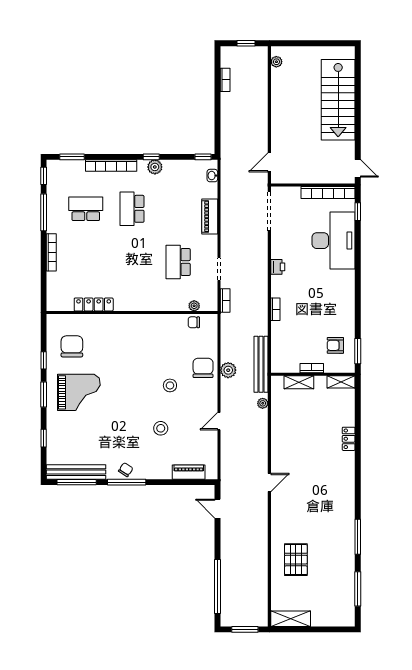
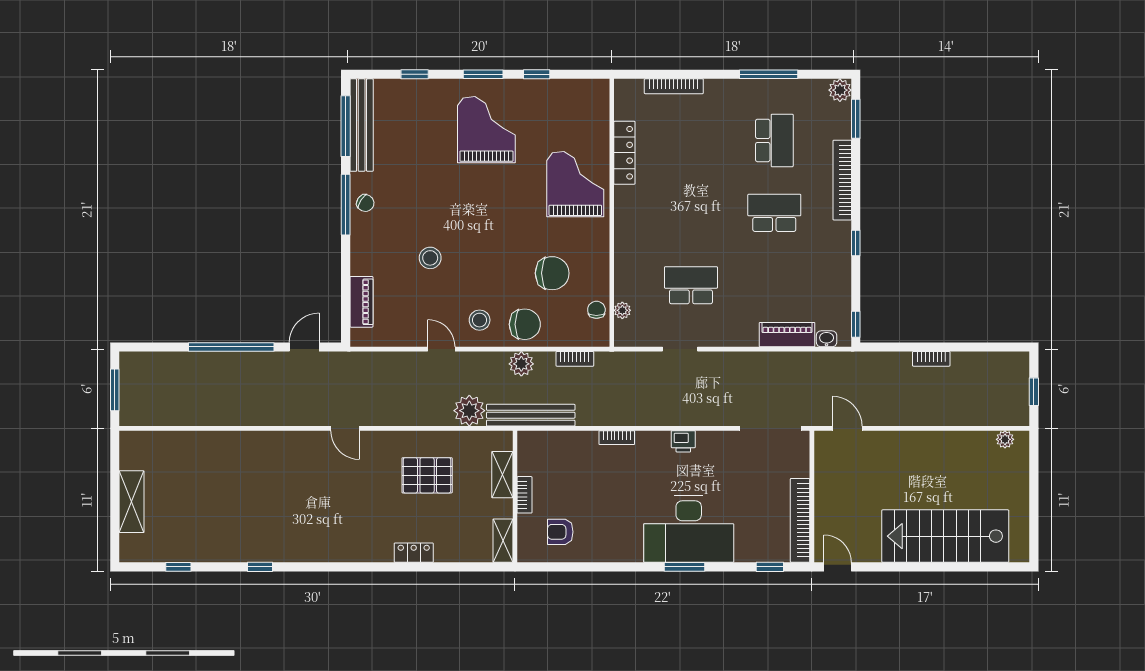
bookcase: (225, 80) -> (931, 359), moved
plant: (155, 167) -> (840, 90), moved
door: (358, 168) -> (838, 567), swing flipped
window: (44, 176) -> (826, 74), removed
piano: (210, 216) -> (787, 335), moved
desk: (334, 241) -> (689, 529), moved
bookcase: (51, 252) -> (674, 86), moved
bookcase: (225, 300) -> (575, 359), moved
grand piano: (114, 336) -> (575, 184), added
armchair: (335, 345) -> (560, 532), turned -90
chair: (72, 346) -> (552, 273), moved
window: (358, 351) -> (684, 567), moved
stool: (170, 385) -> (480, 320), moved
grand piano: (79, 392) -> (486, 130), turned 180
plant: (263, 403) -> (469, 411), width x1.88, depth x1.88
window: (358, 537) -> (260, 567), width x0.46
pallet: (296, 560) -> (427, 475), moved
window: (218, 586) -> (231, 347), moved
window: (358, 589) -> (178, 567), width x0.46
shelving: (291, 619) -> (132, 502), moved

